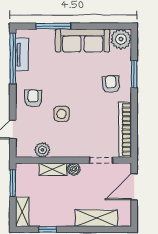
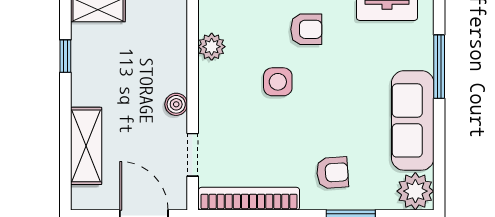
shelving: (53, 169) -> (176, 66), removed

